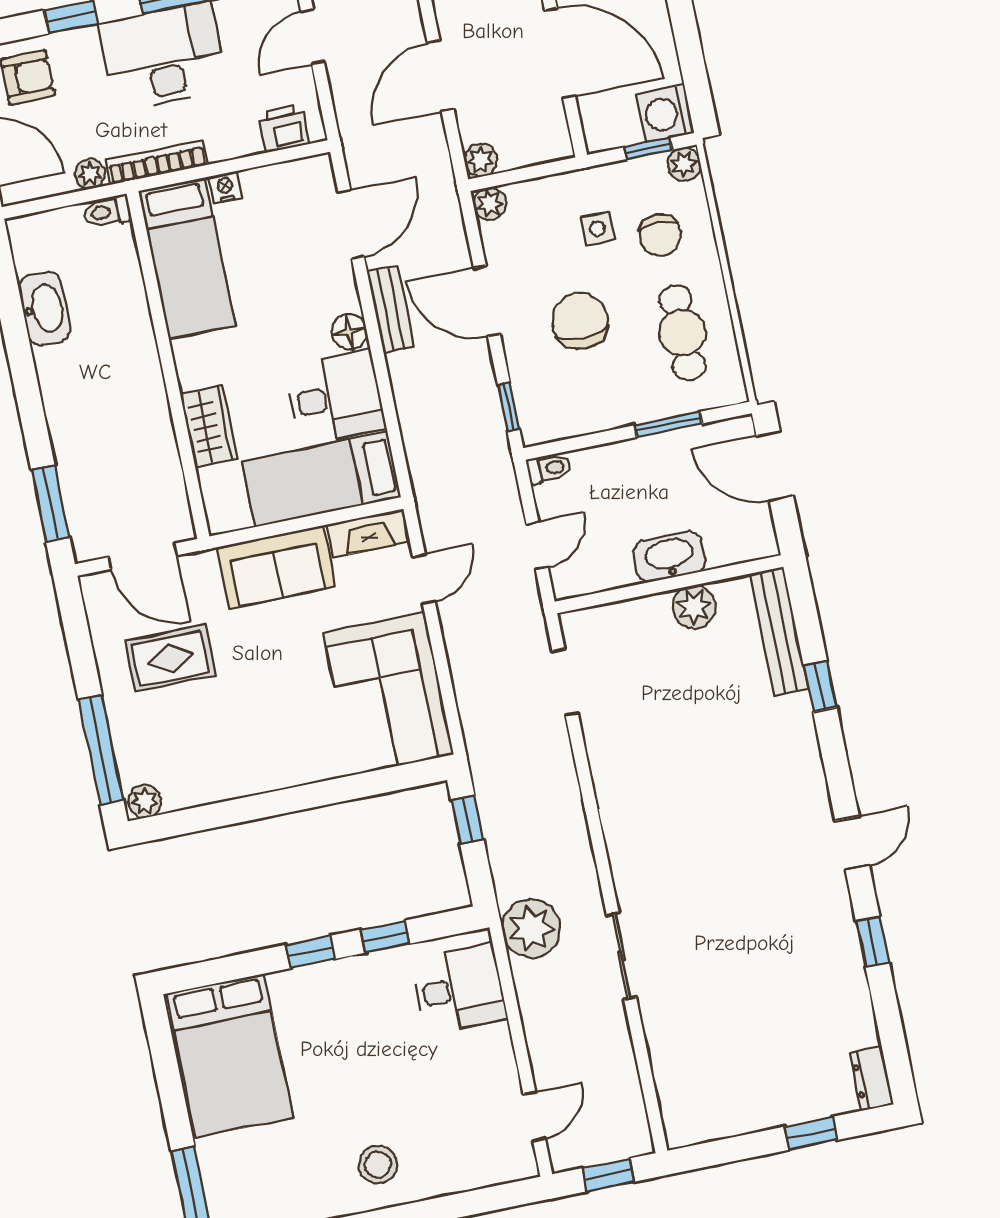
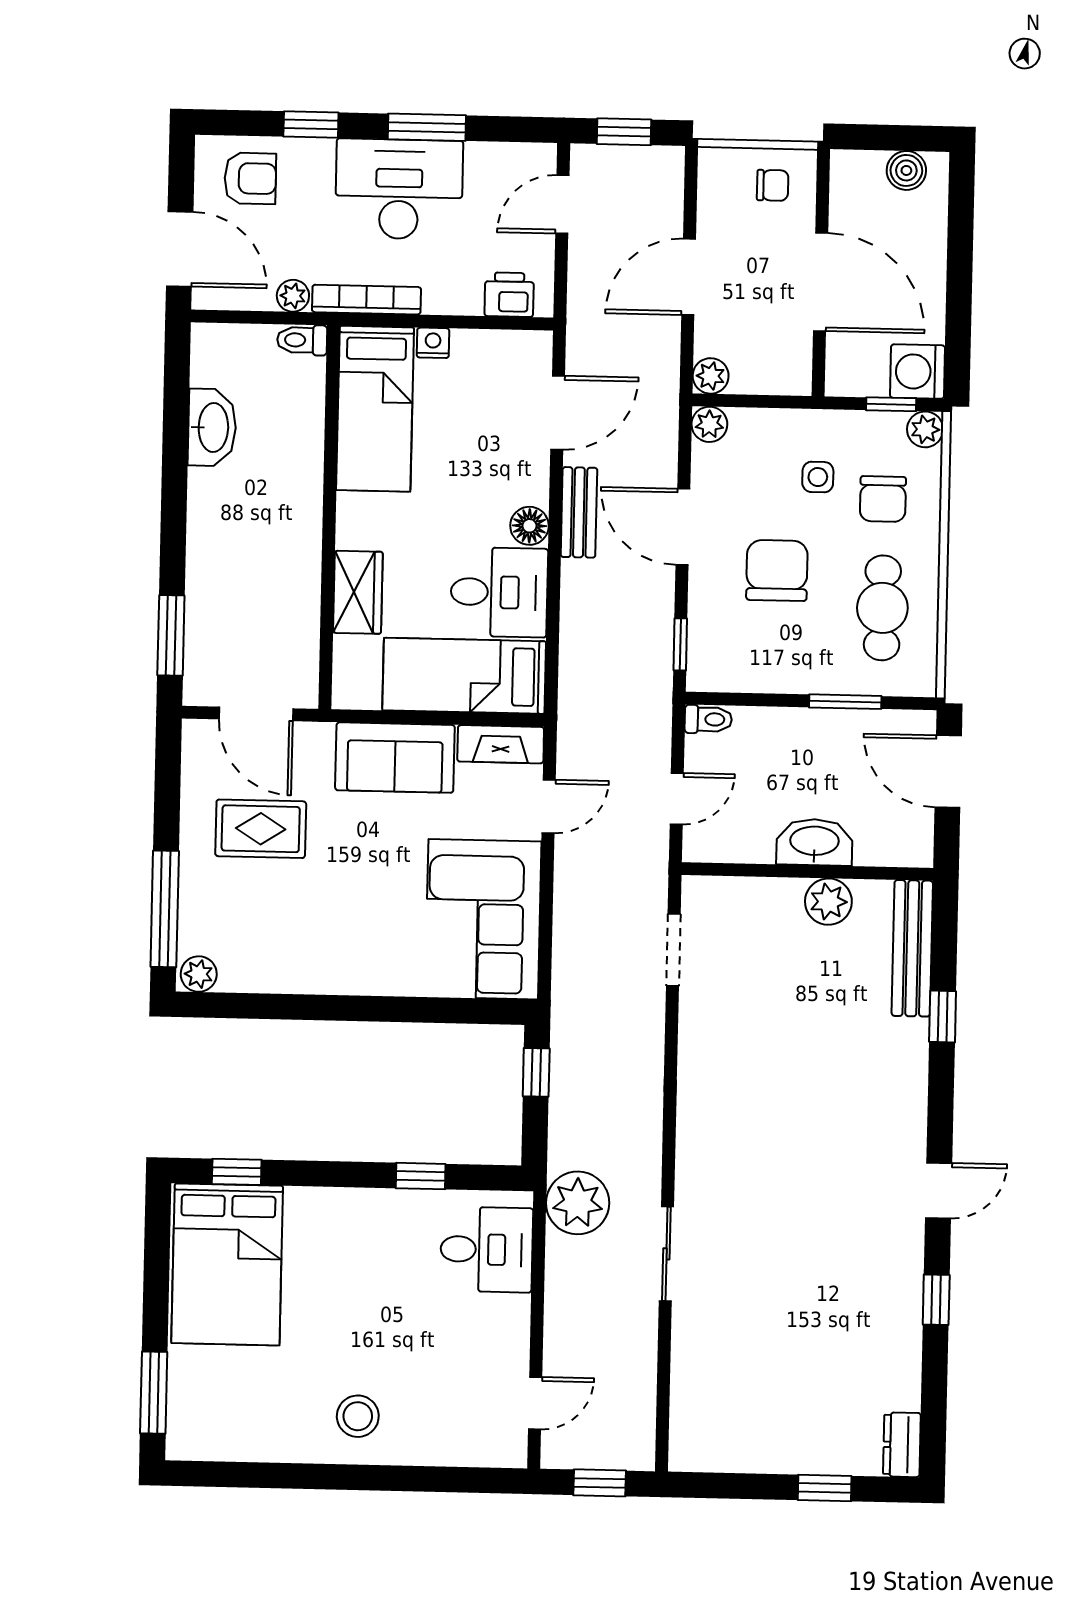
window: (310, 952) -> (237, 1172), moved

